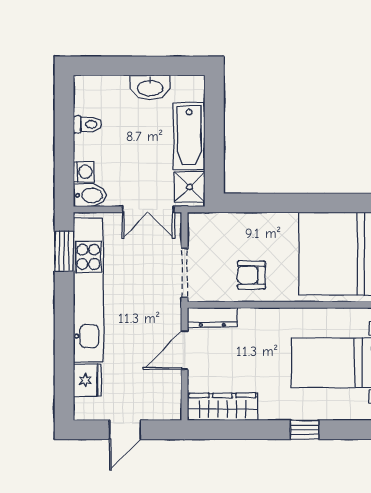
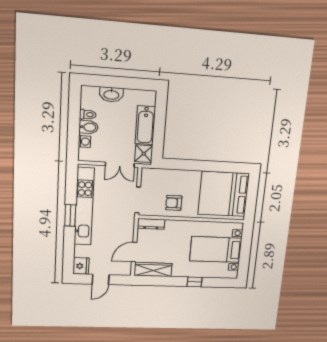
washbasin: (150, 87) -> (111, 95), moved
bidet: (90, 195) -> (88, 127), moved
window: (64, 251) -> (70, 215), moved
door: (184, 350) -> (134, 252), moved
fridge: (87, 380) -> (81, 266), moved

